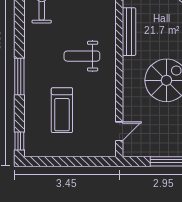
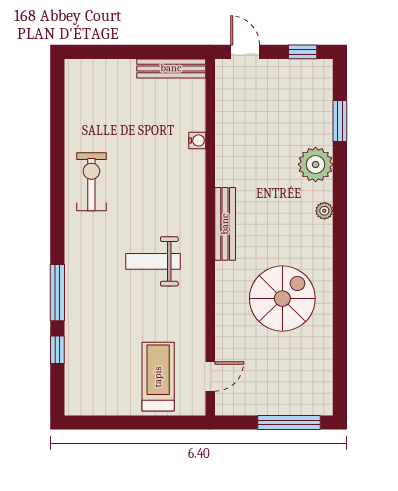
treadmill: (62, 110) -> (158, 377), moved, turned 180
window: (19, 141) -> (57, 350), moved

